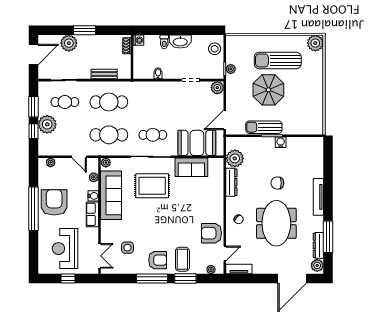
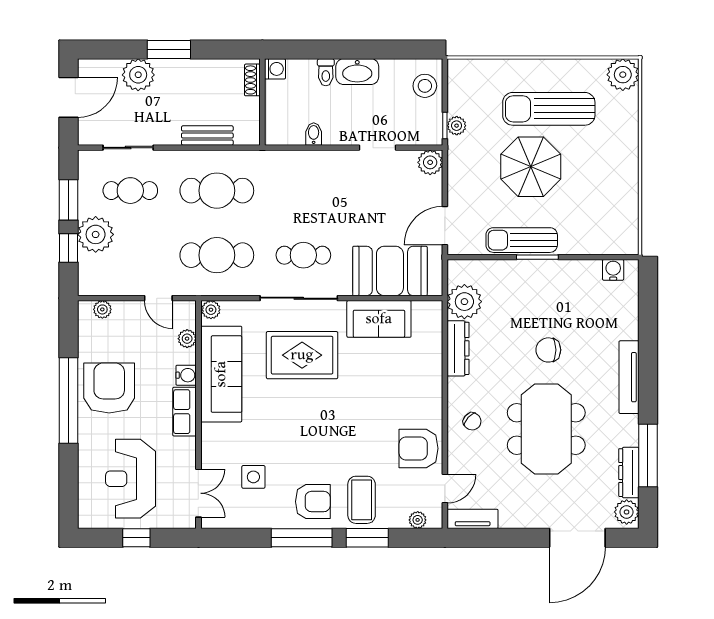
water cooler: (281, 142) -> (613, 270), moved

